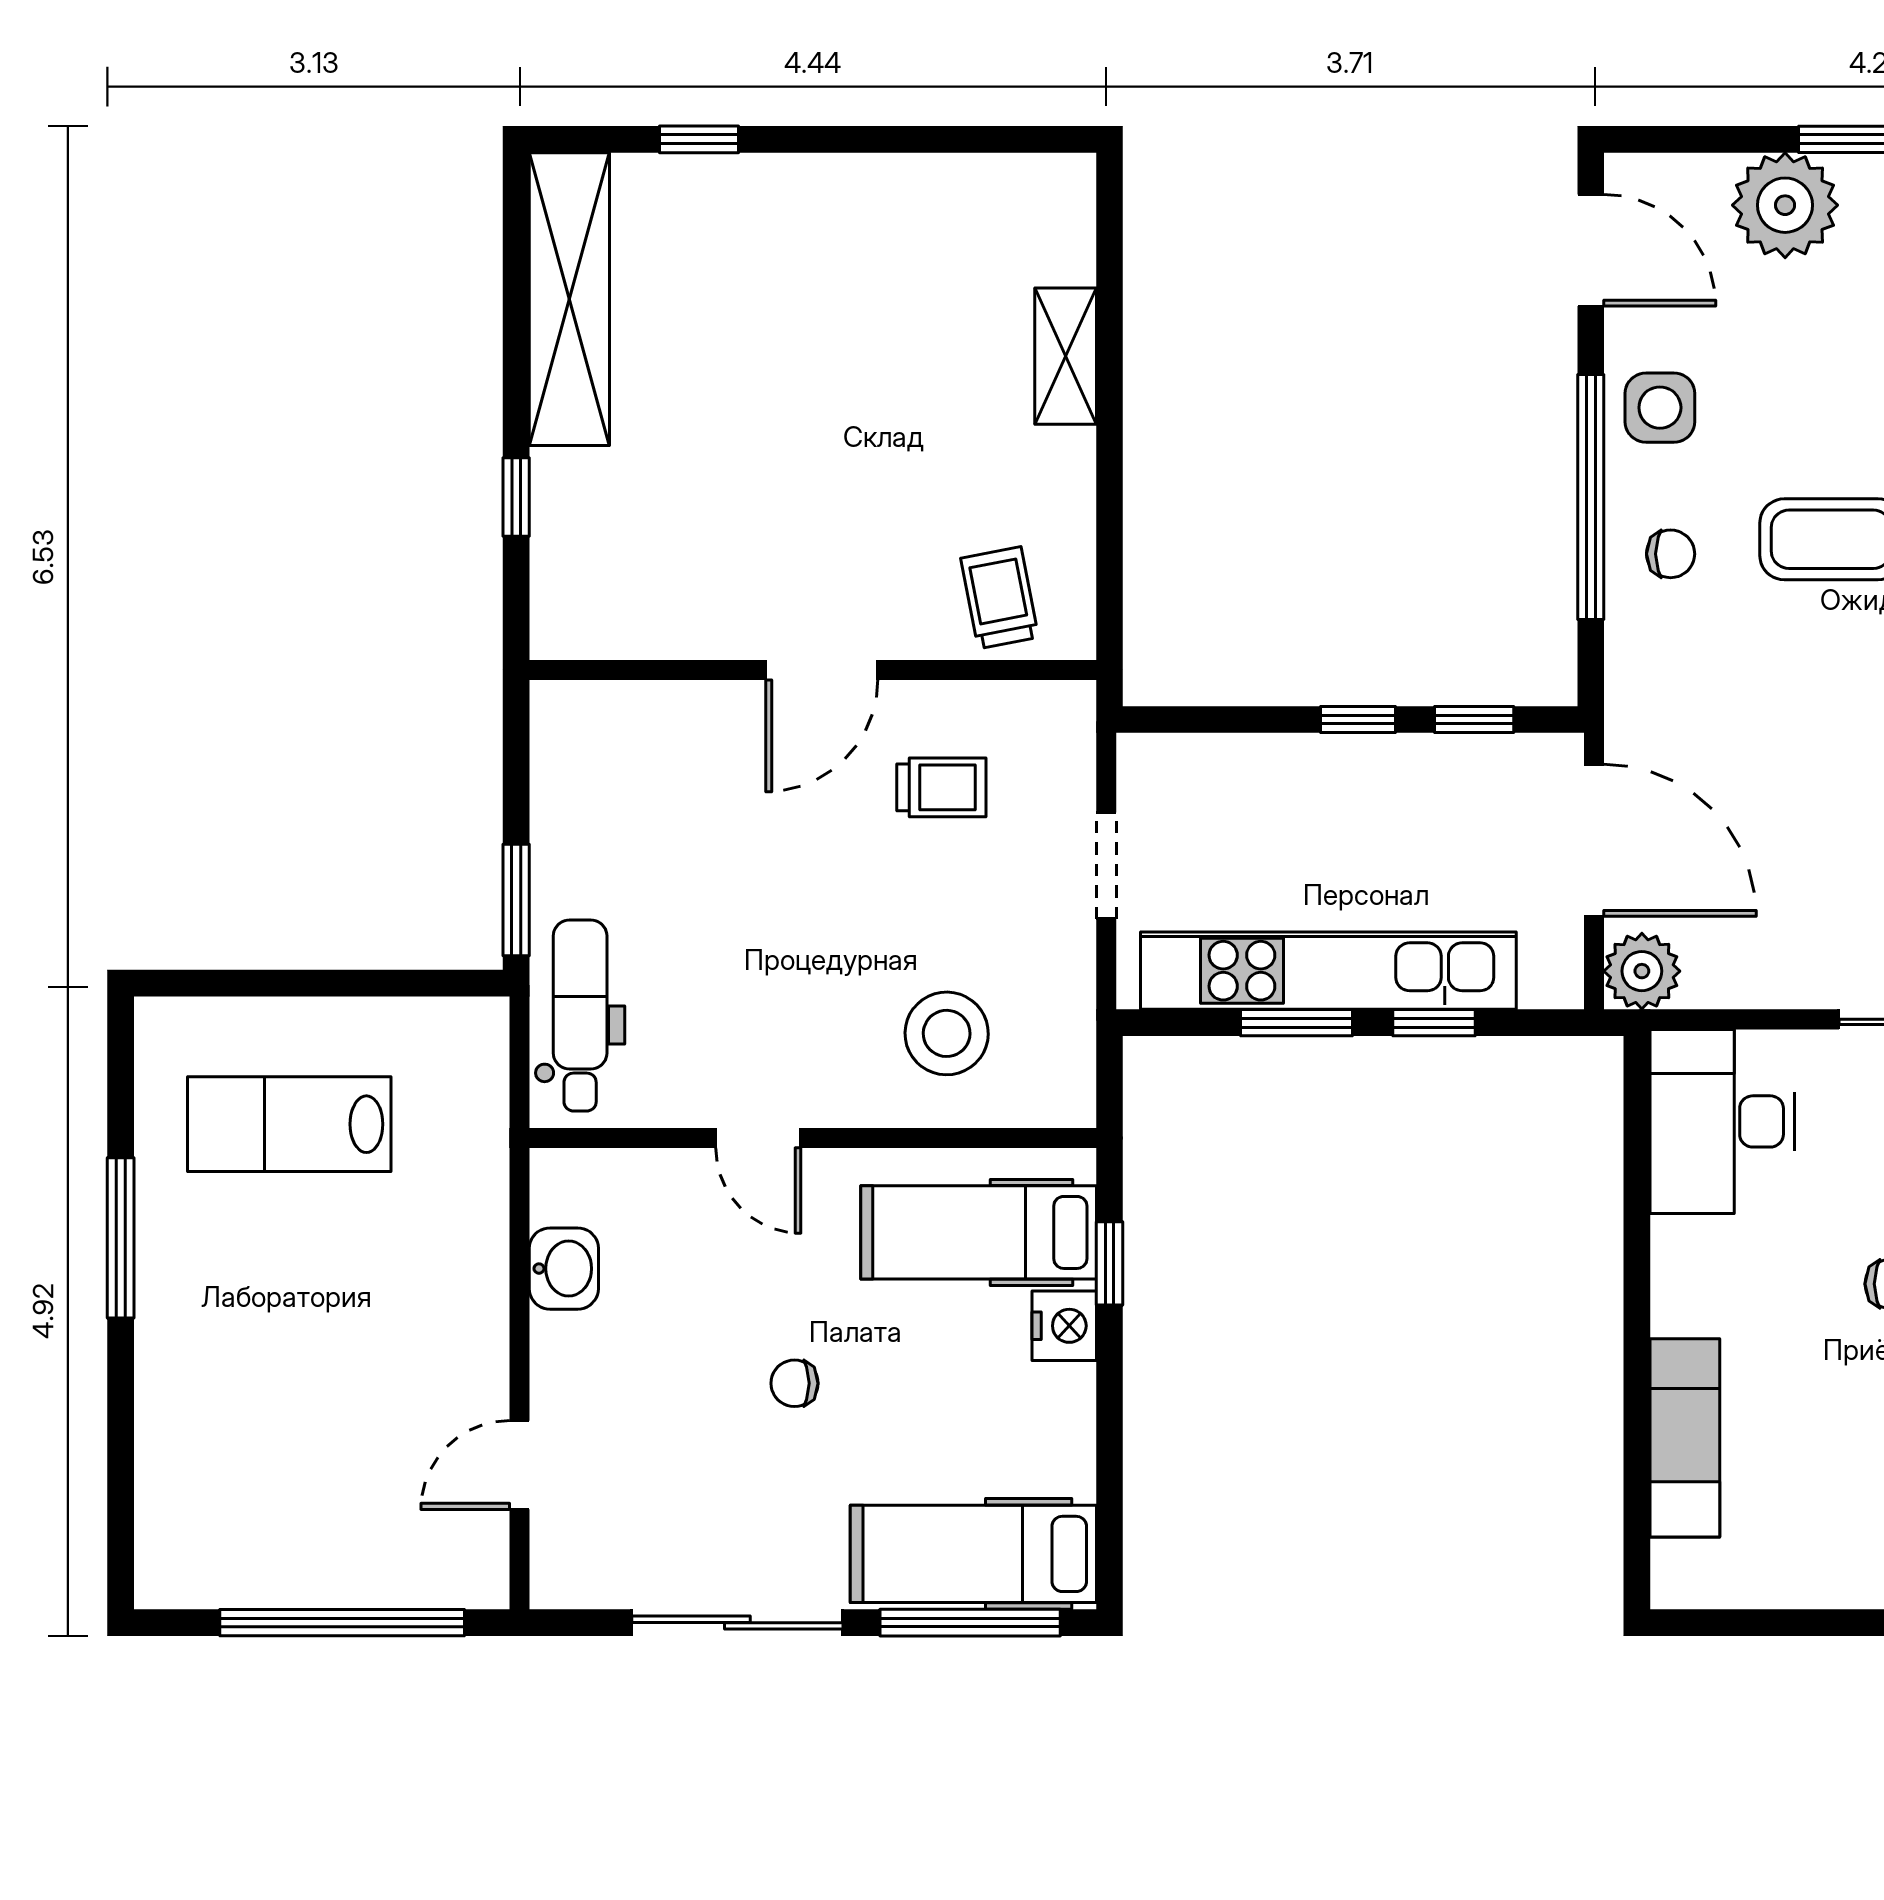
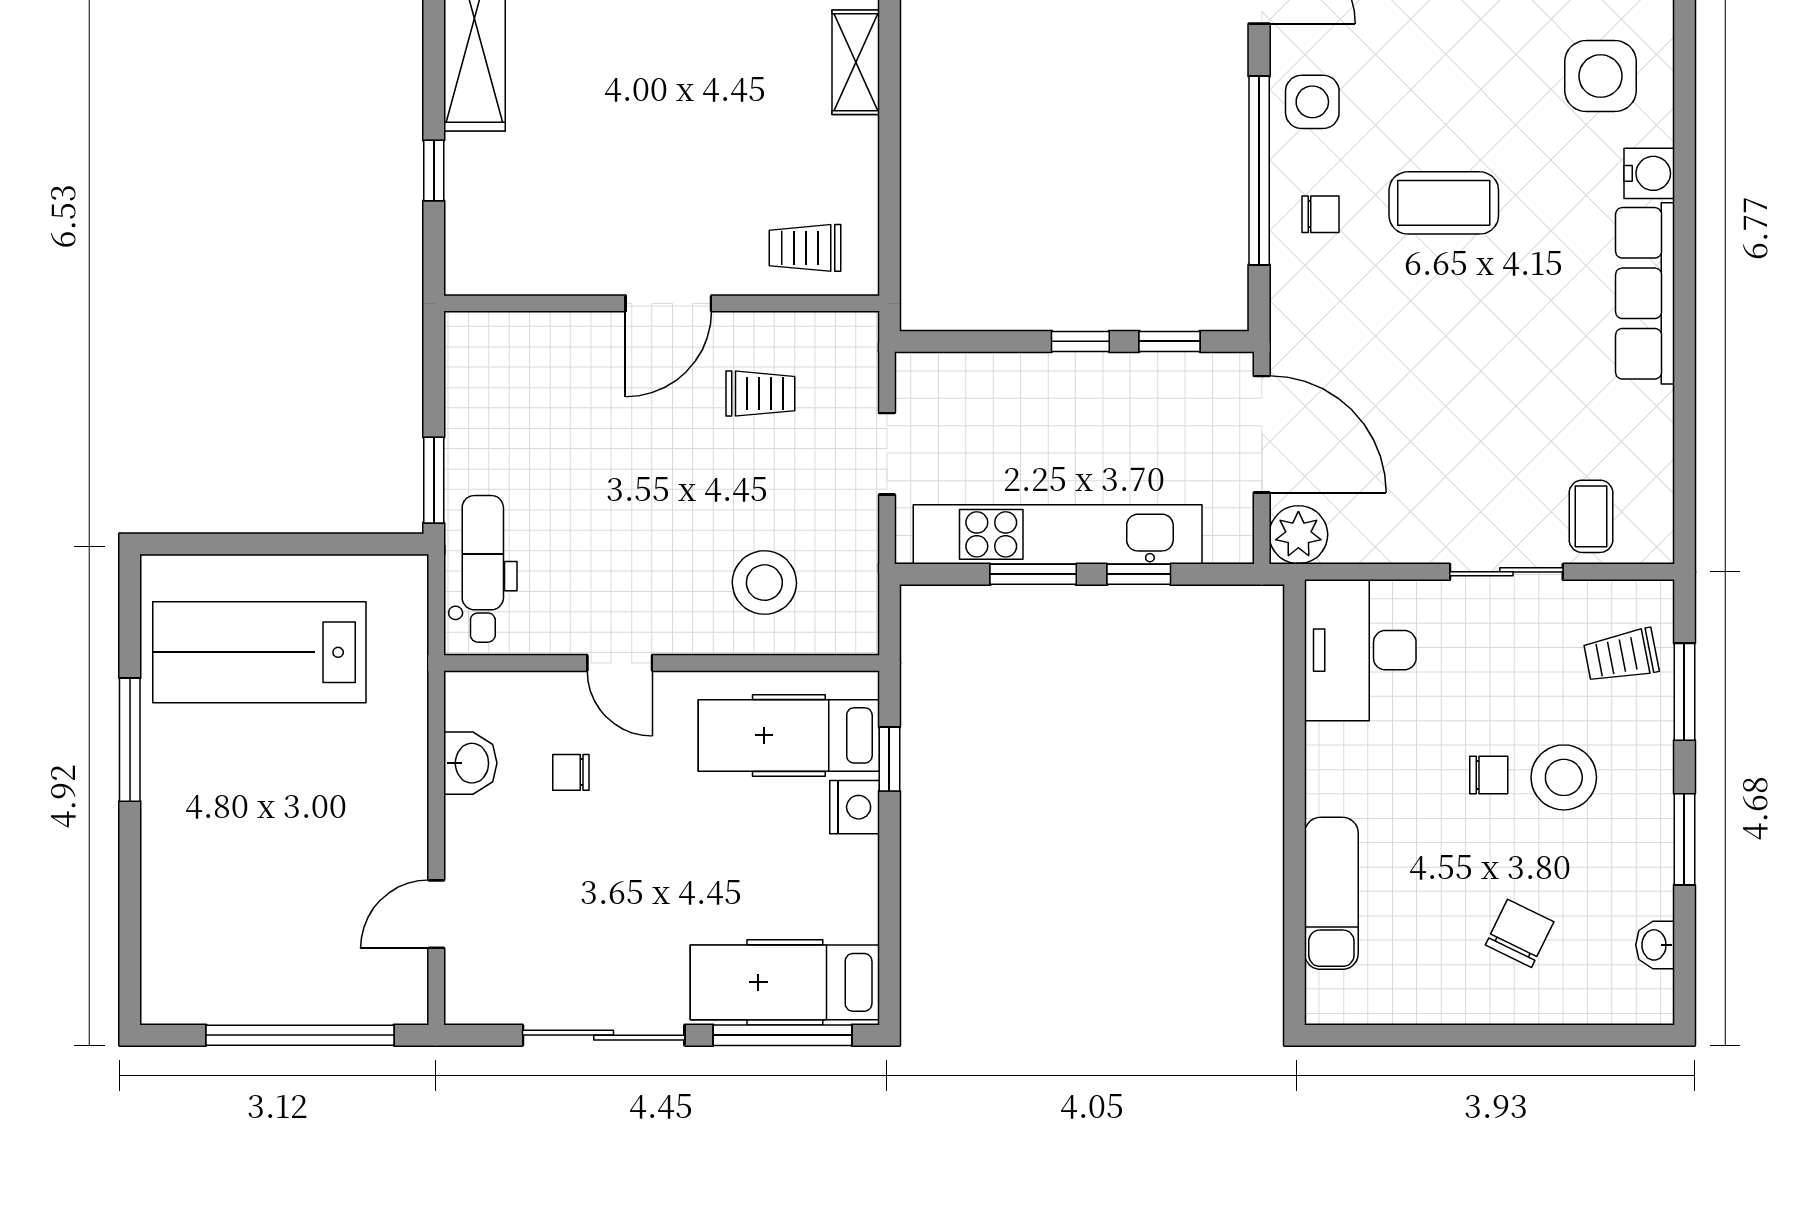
trolley: (1000, 598) -> (805, 248), turned -79
lab bench: (289, 1124) -> (259, 652), width x1.36, depth x1.39
chair: (794, 1383) -> (571, 772), moved

